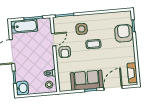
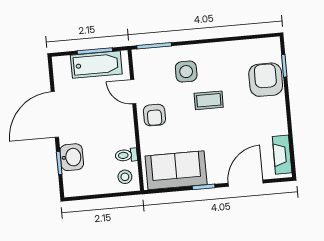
bathtub: (24, 26) -> (96, 65), moved
door: (54, 40) -> (133, 92), swing flipped
sofa: (87, 80) -> (176, 170), moved
washbasin: (22, 88) -> (72, 157), moved

